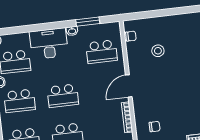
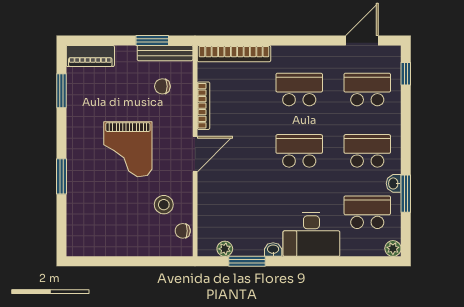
plant: (103, 28) -> (225, 249), added
stool: (158, 51) -> (164, 205), moved
school desk: (101, 52) -> (231, 212), removed
grand piano: (172, 84) -> (128, 149), added

